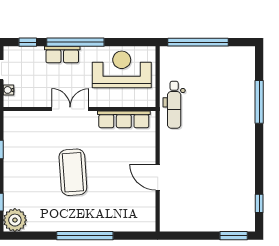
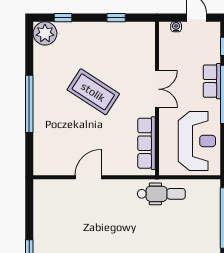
dental chair: (174, 105) -> (161, 194), turned 180
coffee table: (73, 172) -> (93, 92), turned 37

